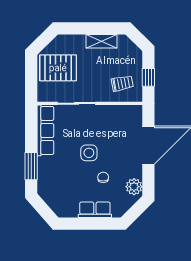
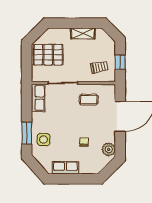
coffee table: (109, 124) -> (89, 100), added
row of seats: (45, 130) -> (38, 98), width x0.68
side table: (89, 153) -> (44, 140), moved
row of seats: (95, 210) -> (65, 168), moved

